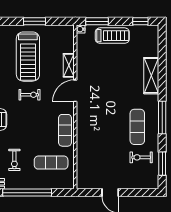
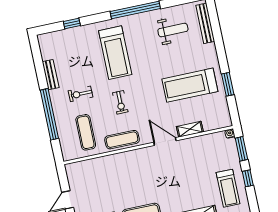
window: (140, 21) -> (248, 178), moved
treadmill: (112, 36) -> (228, 188), moved
exercise bike: (29, 95) -> (120, 102), moved

